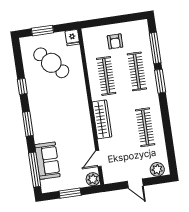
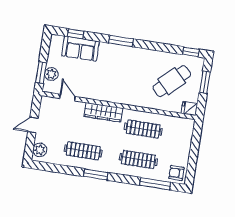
armchair: (115, 41) -> (176, 173), moved
window: (160, 81) -> (96, 174), moved
window: (22, 86) -> (191, 52), moved
window: (35, 170) -> (76, 34), width x0.46
plant: (93, 179) -> (51, 74), moved
window: (70, 193) -> (41, 73), moved

